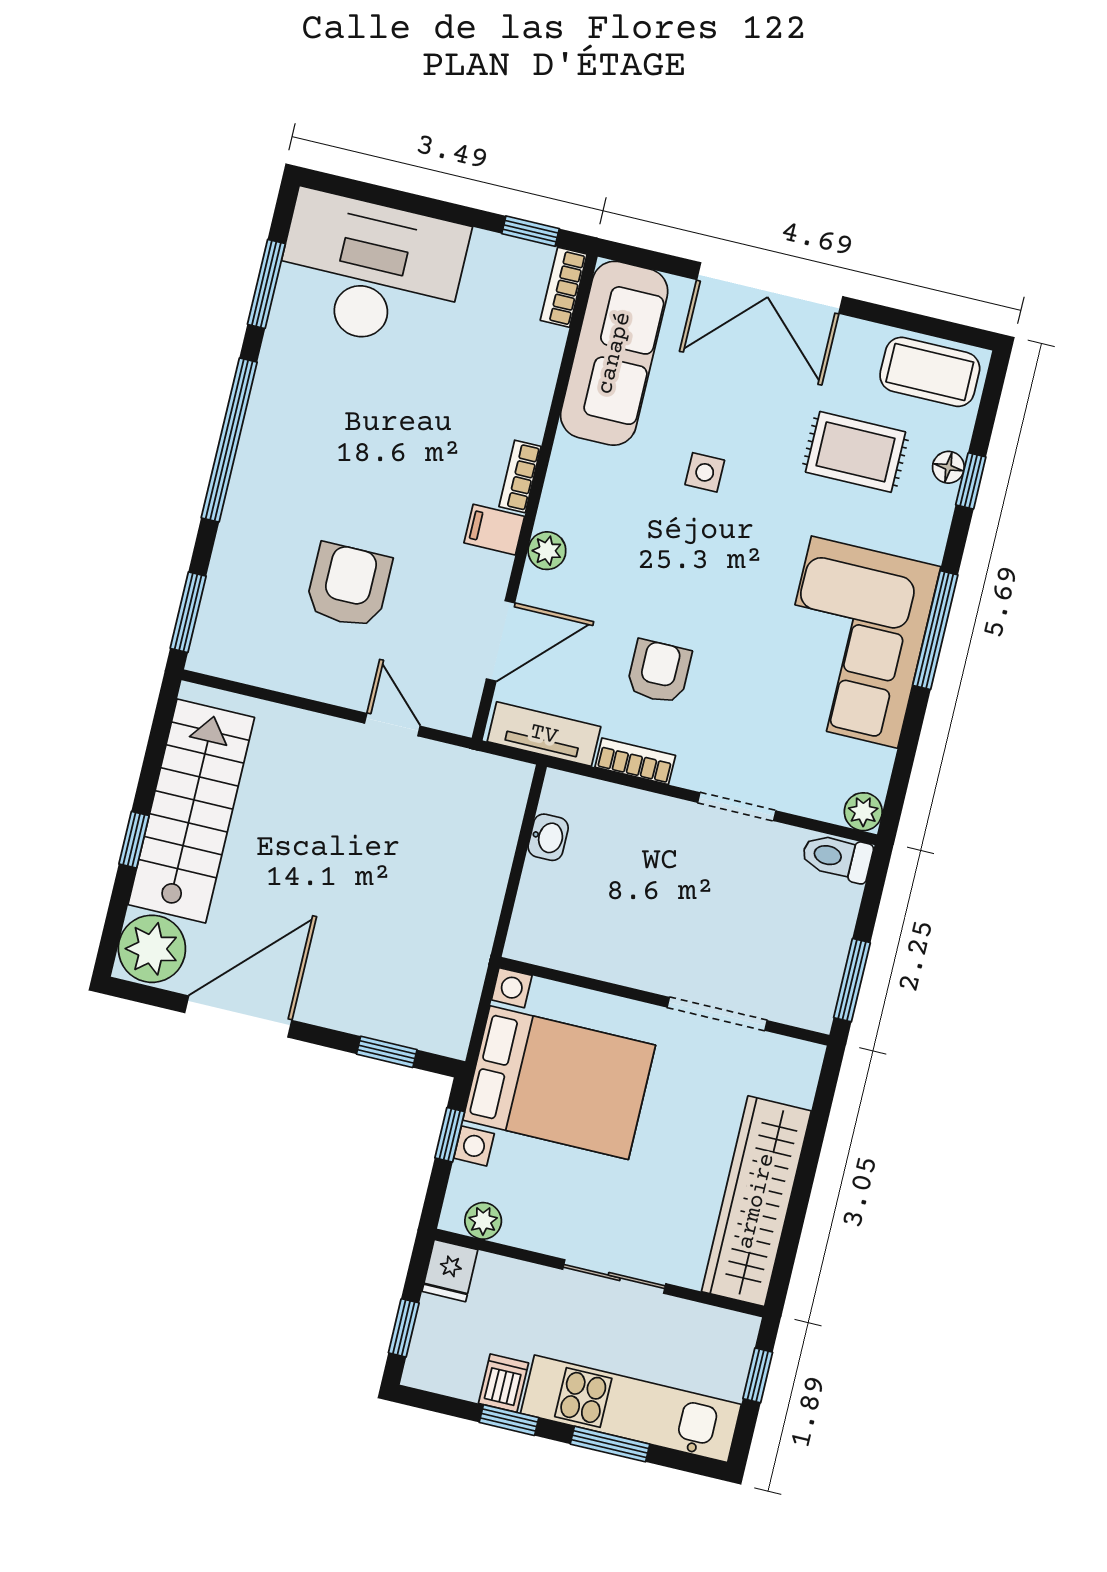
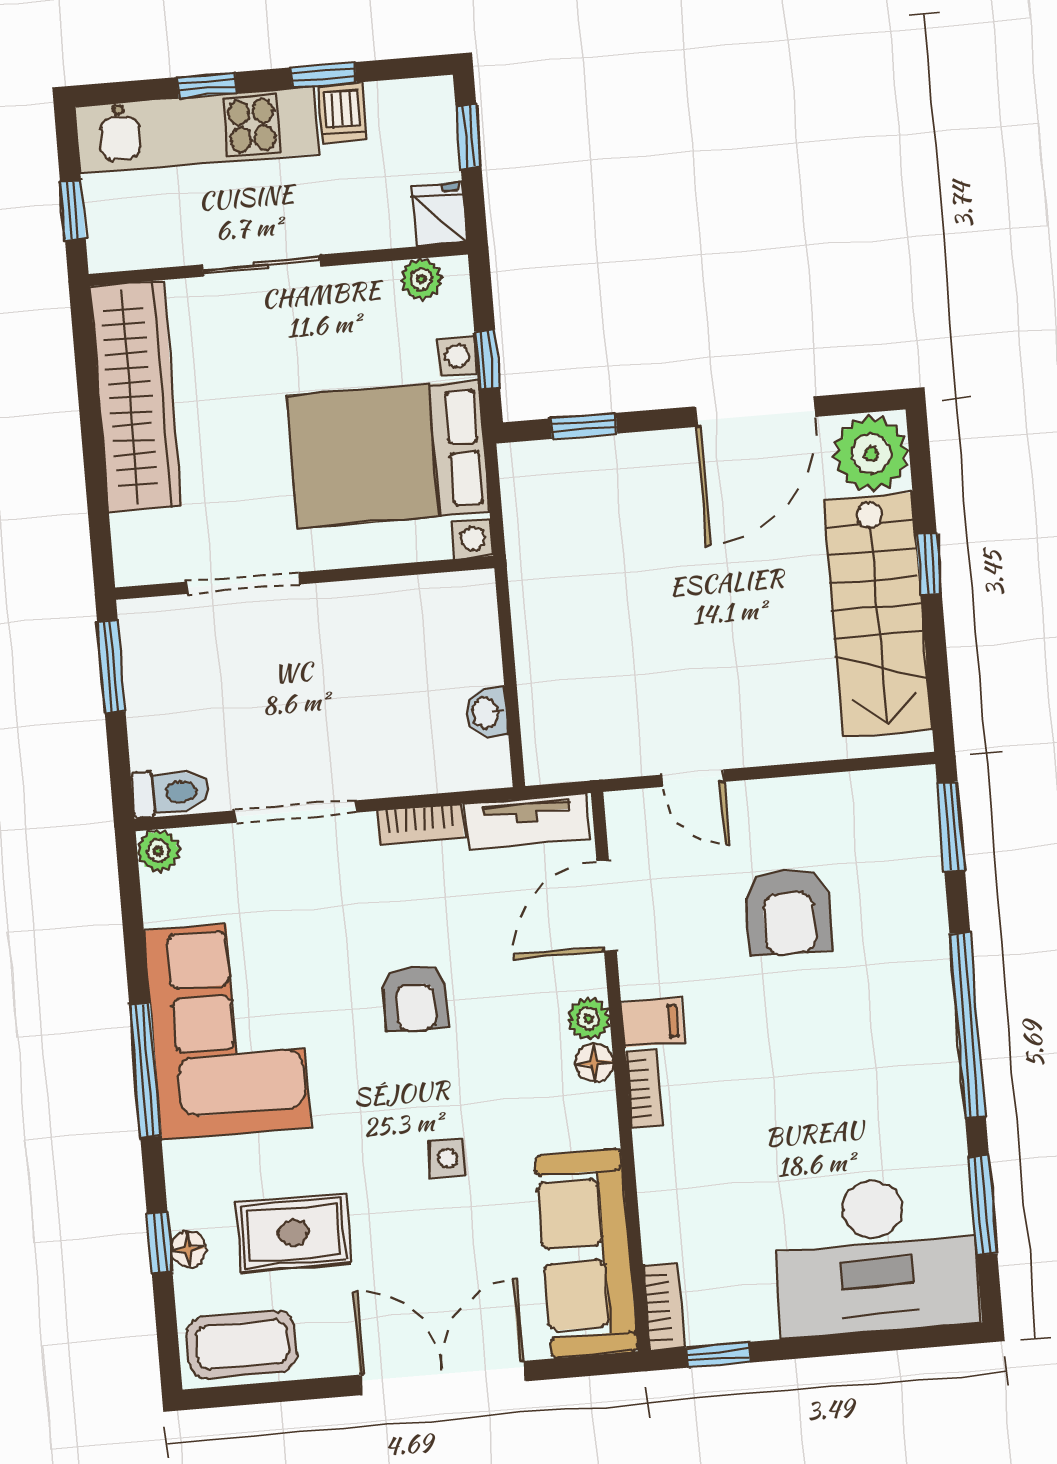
floor lamp: (554, 512) -> (594, 1063), added
armchair: (659, 672) -> (415, 998), moved
doorway: (737, 807) -> (296, 812), width x1.38
window: (610, 1444) -> (207, 85), width x0.67

